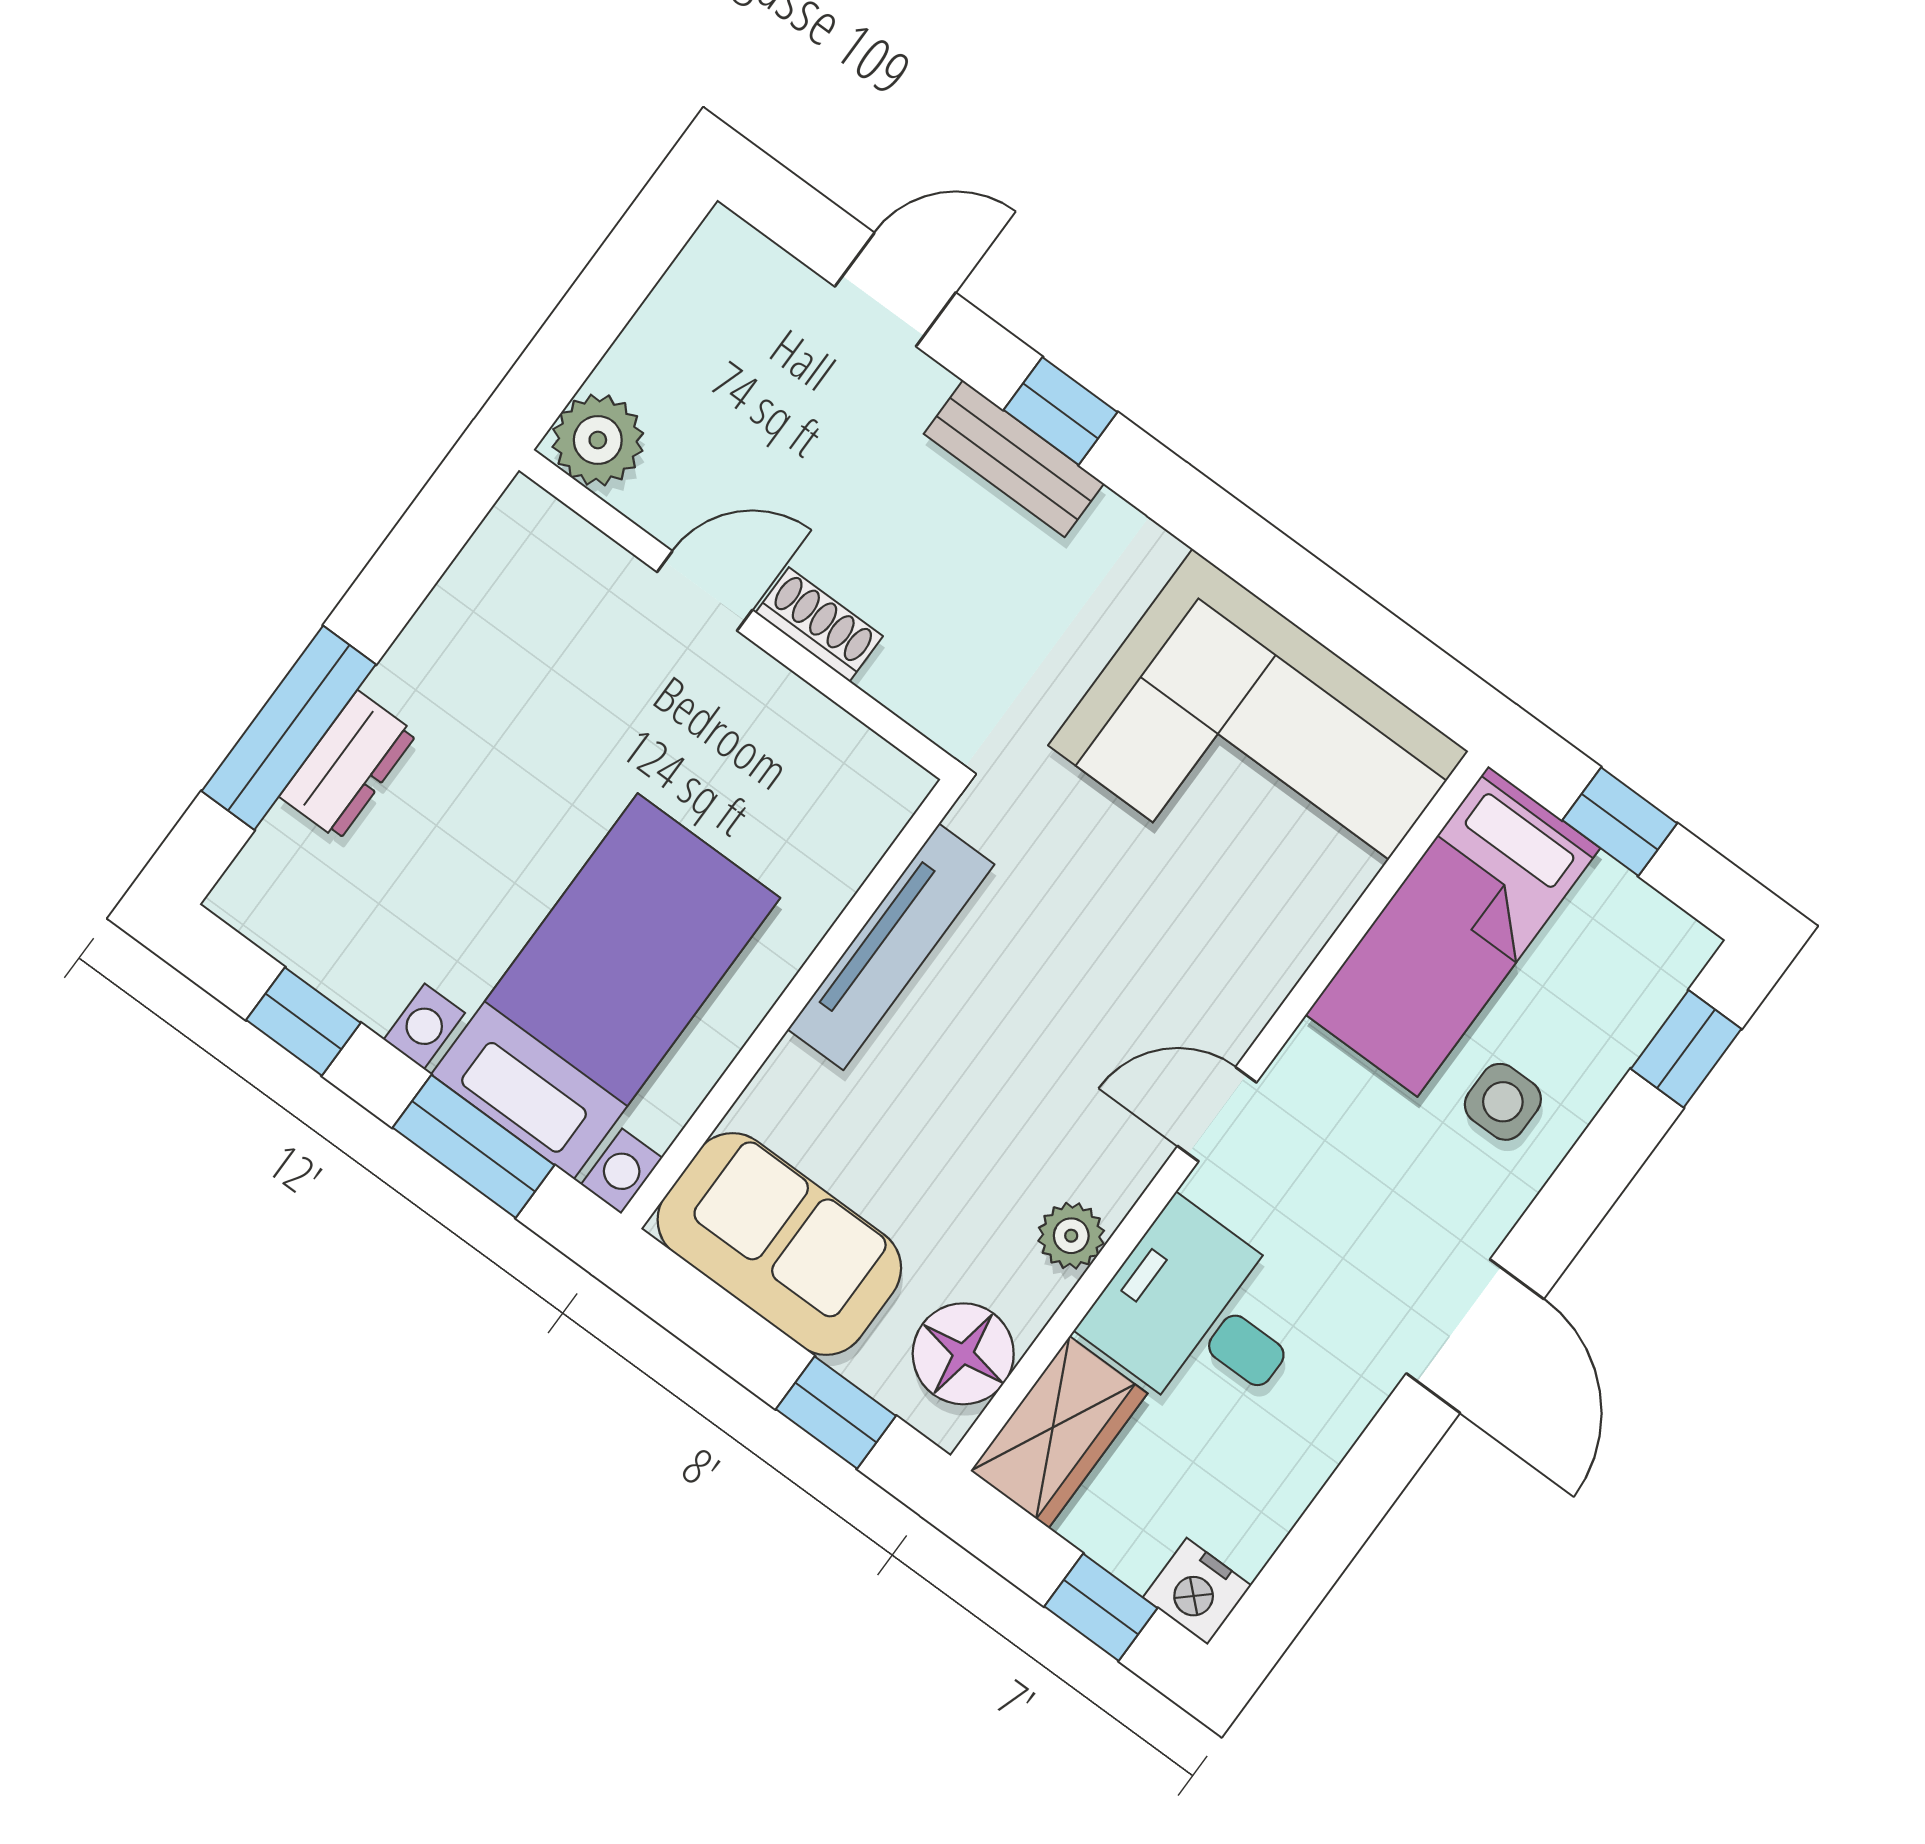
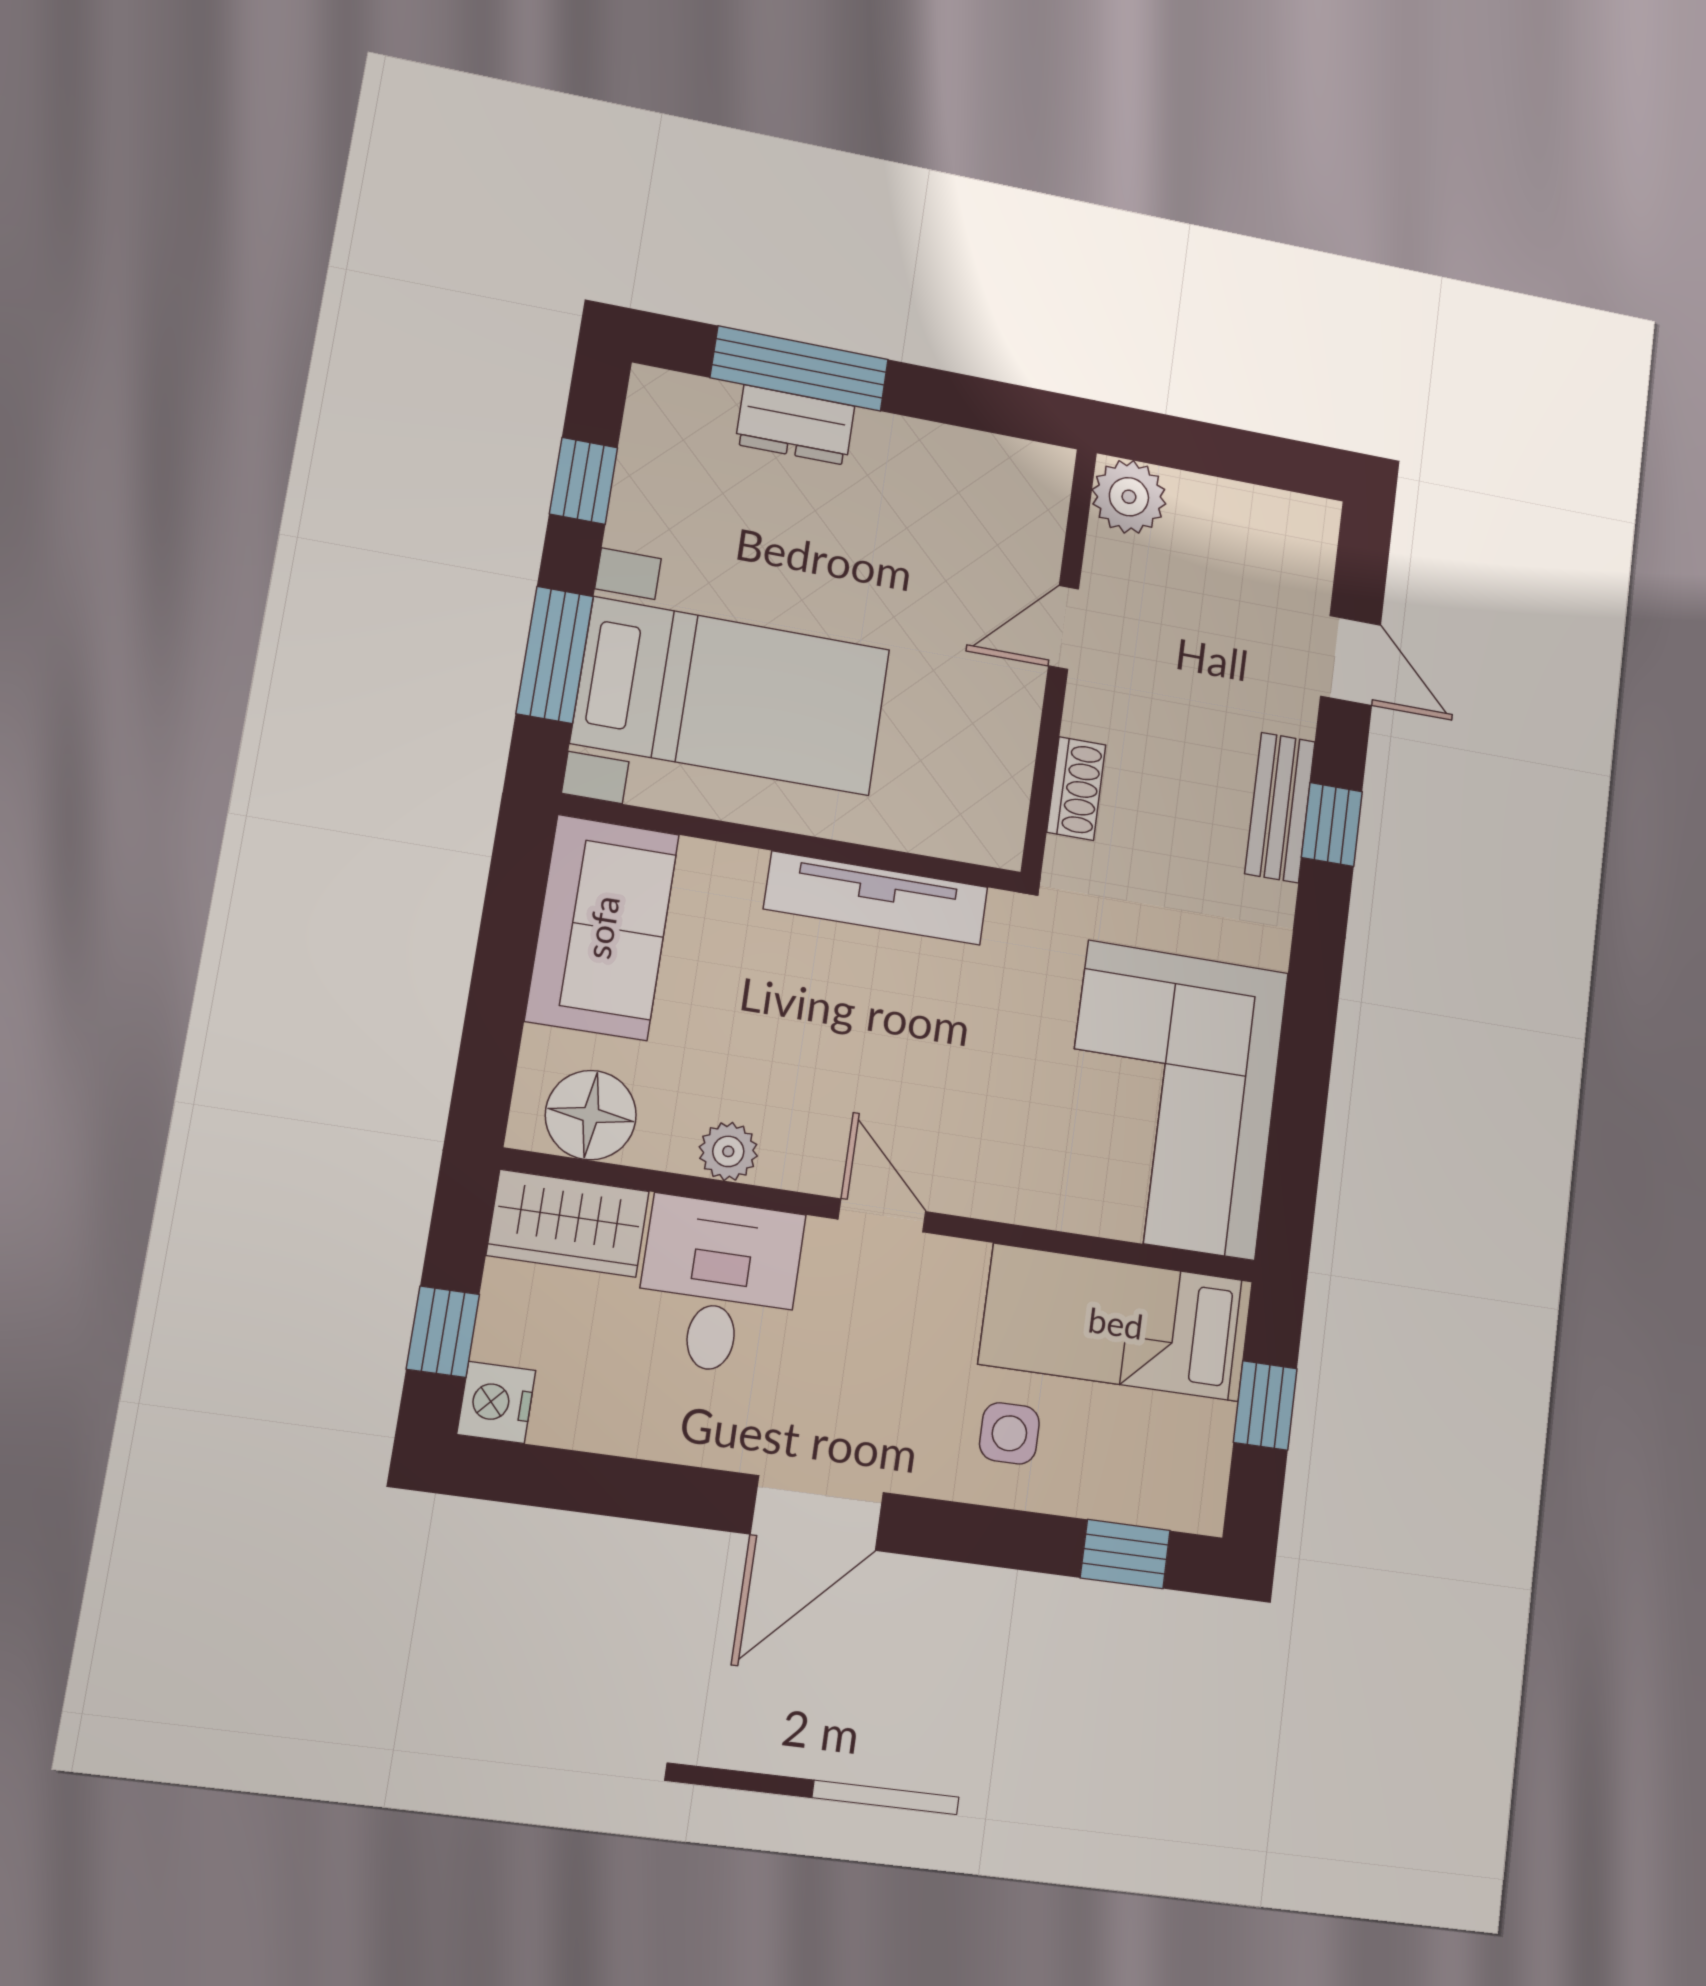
door: (705, 591) -> (1063, 627), swing flipped
shoe rack: (819, 625) -> (1076, 788), moved
window: (836, 1413) -> (491, 1039), removed

